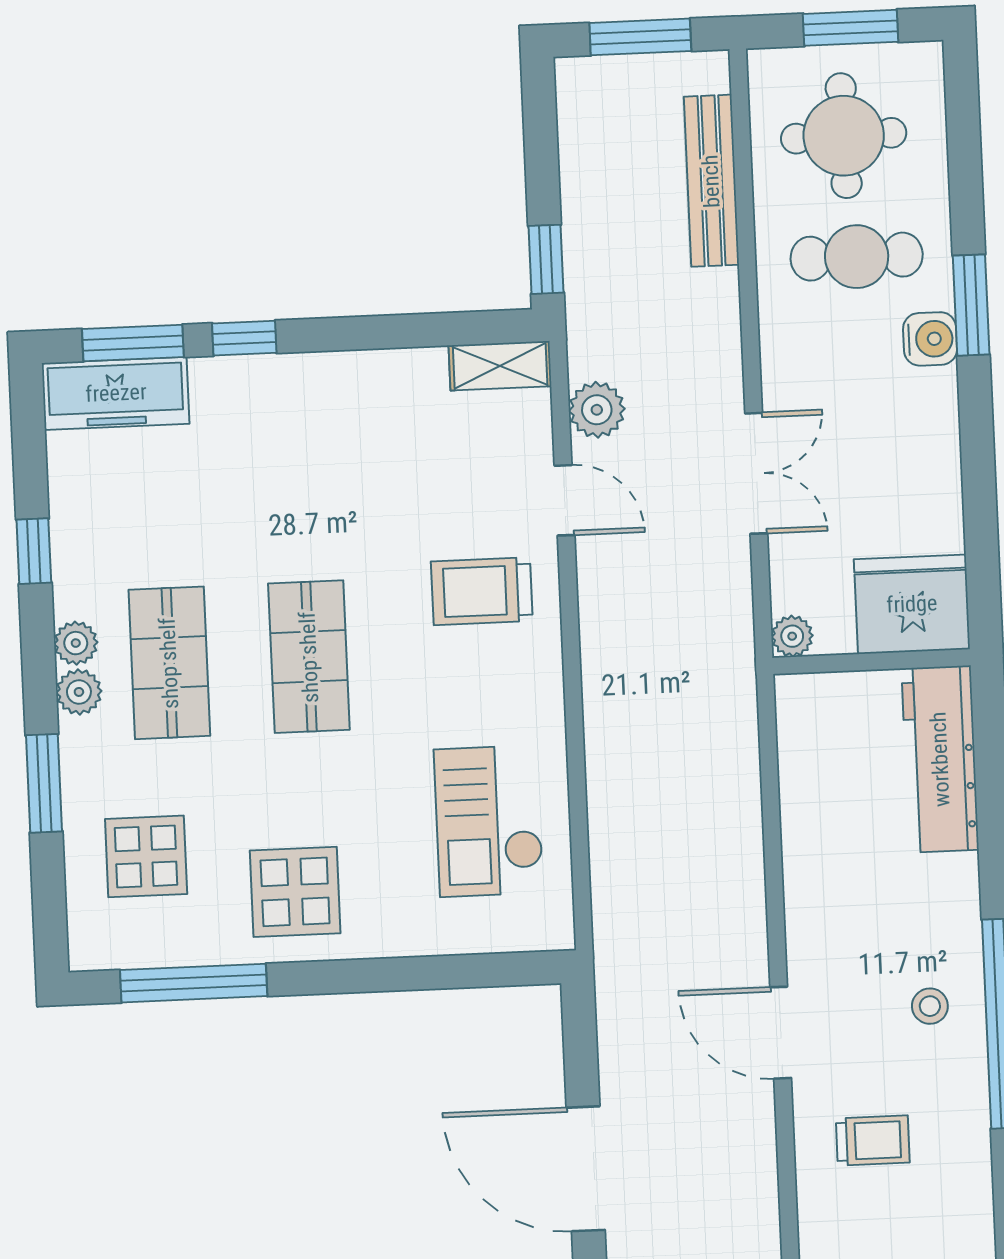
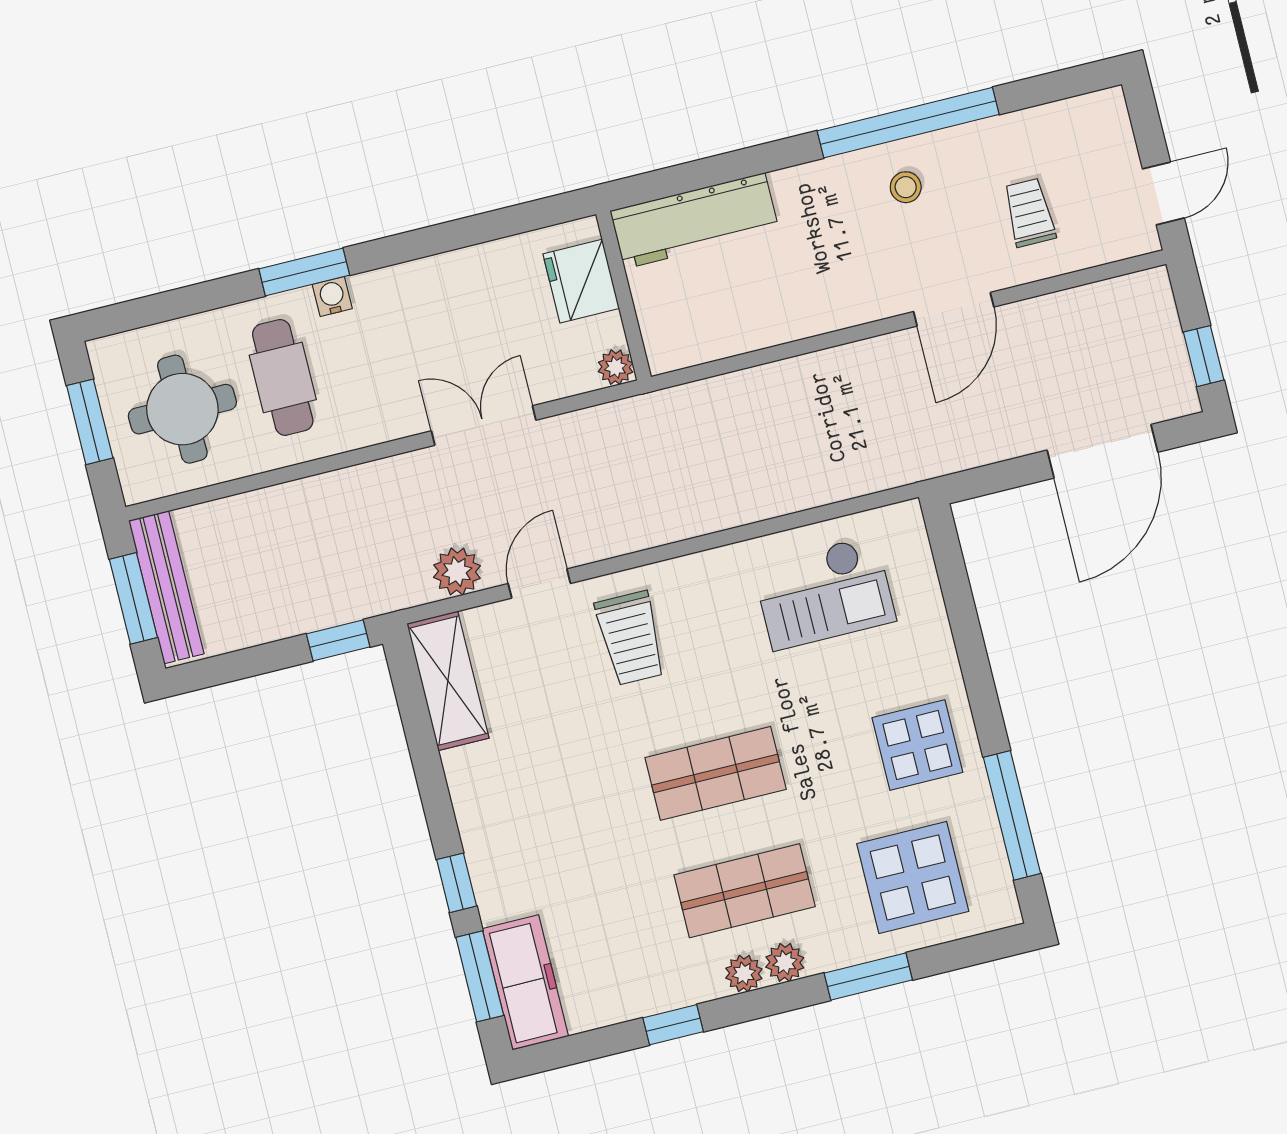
bench: (711, 181) -> (166, 587), moved, turned 90
water cooler: (930, 339) -> (332, 296), width x0.72, depth x0.72
shelving: (500, 366) -> (448, 681), width x1.50, depth x1.33
fridge: (912, 604) -> (581, 281), width x0.73, depth x0.75
display table: (146, 856) -> (913, 877), width x1.36, depth x1.36

